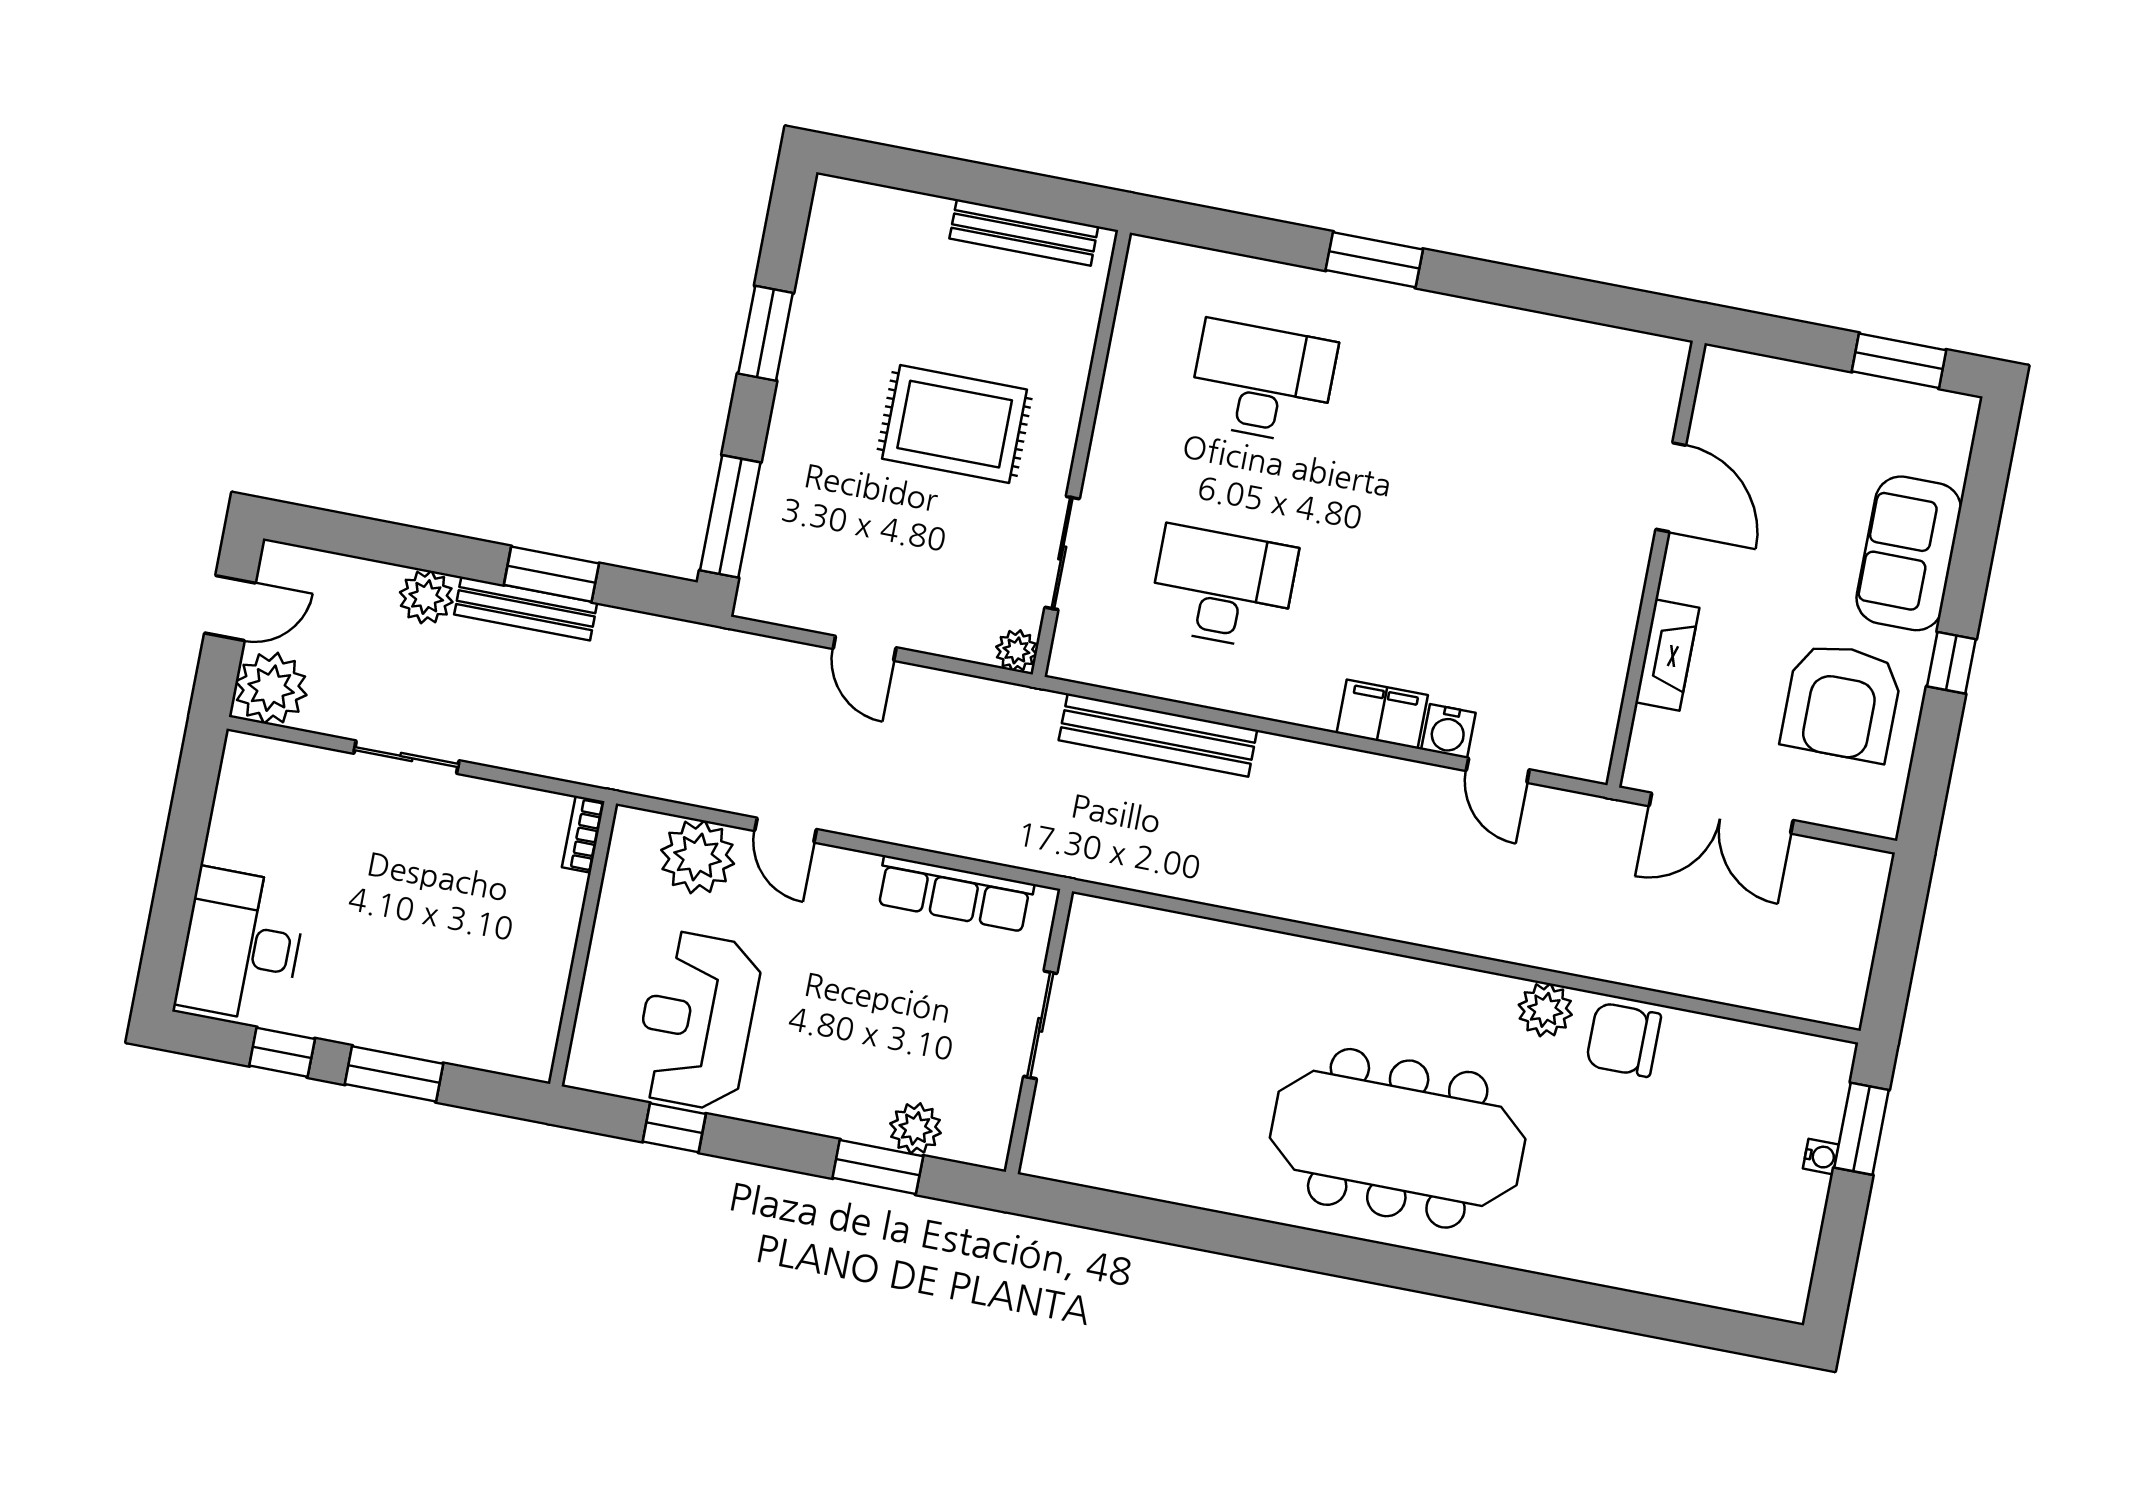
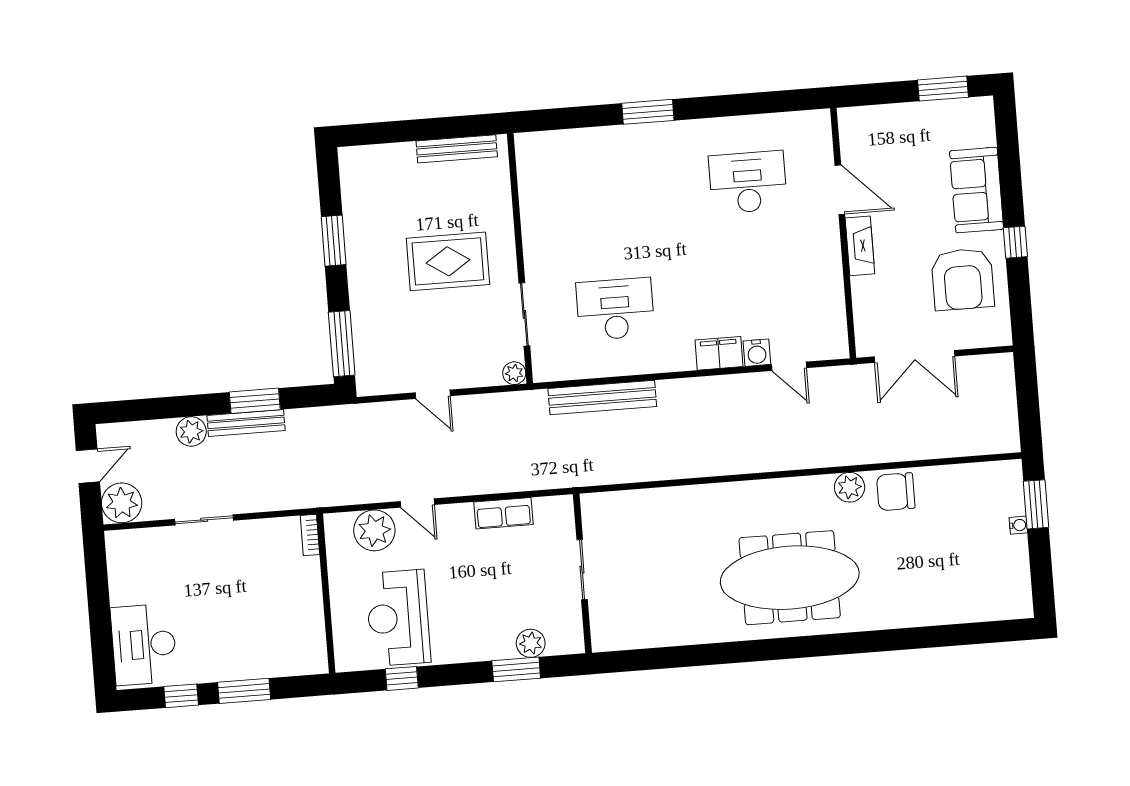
desk: (1262, 382) -> (748, 182), moved
fireplace: (1667, 655) -> (860, 246), moved
row of seats: (955, 894) -> (503, 513), width x0.68

